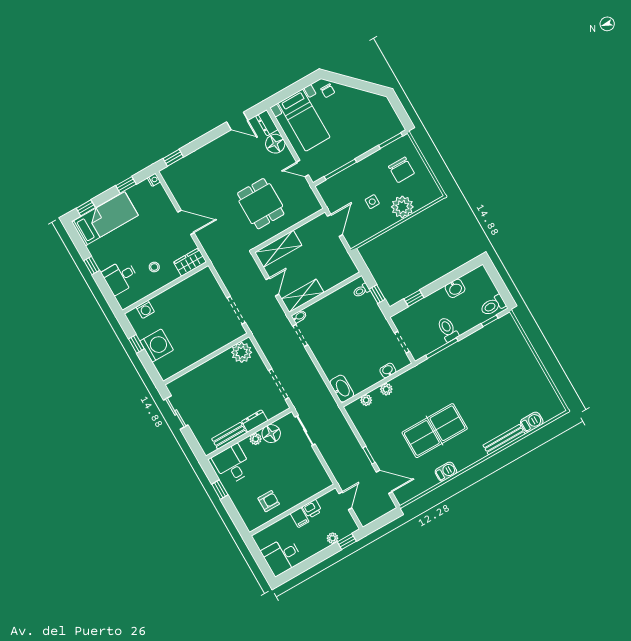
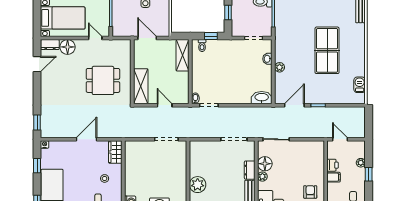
door: (302, 169) -> (95, 38), swing flipped
shelving: (303, 296) -> (183, 55), moved
plant: (242, 352) -> (198, 185), moved
plant: (366, 400) -> (279, 85), removed
barbecue: (446, 472) -> (360, 85), moved
door: (384, 482) -> (294, 105), moved
window: (347, 542) -> (369, 174), moved

